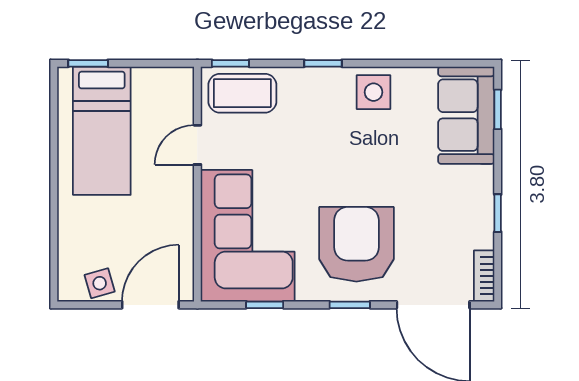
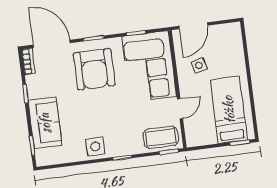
sofa: (466, 115) -> (45, 123), moved
side table: (100, 283) -> (199, 66), moved

